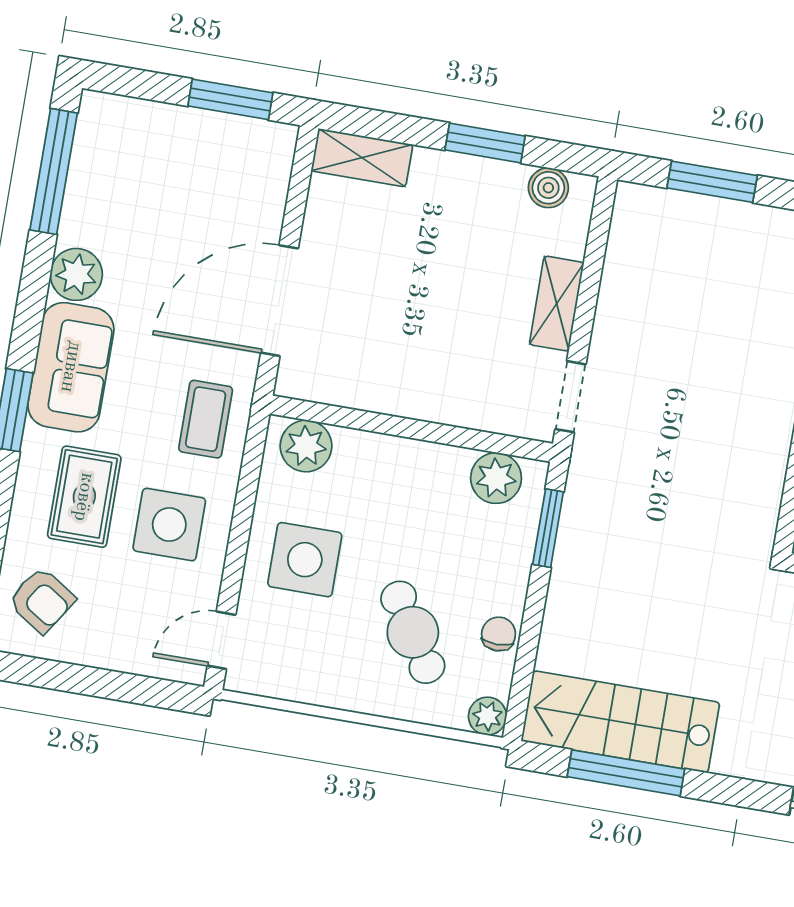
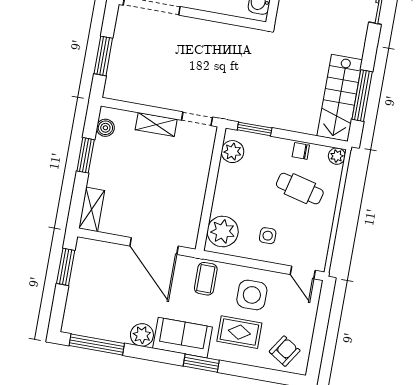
coffee table: (206, 419) -> (206, 279), turned 90
plant: (306, 446) -> (223, 231), width x1.36, depth x1.36
side table: (305, 560) -> (268, 236), width x0.54, depth x0.54
cafe table: (413, 632) -> (300, 189), turned 46

